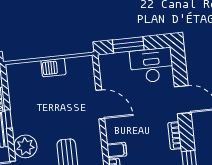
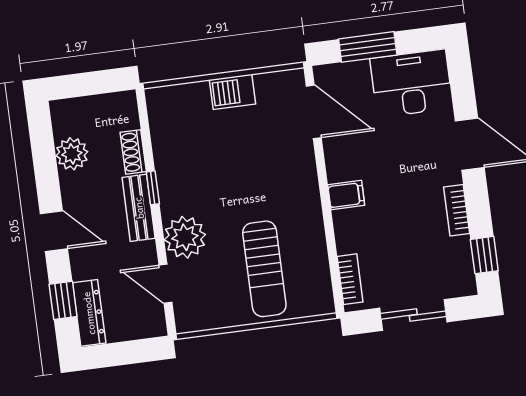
door: (100, 104) -> (314, 112), moved
filing cabinet: (117, 150) -> (346, 195), moved

